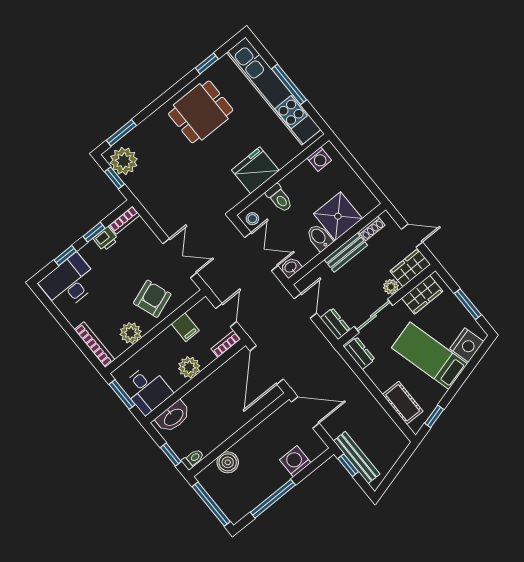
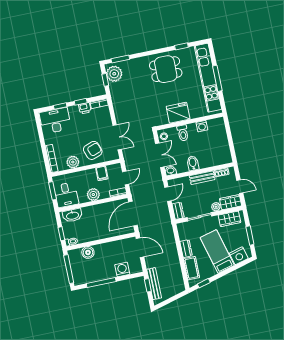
washing machine: (319, 159) -> (202, 126), moved
shower: (338, 216) -> (208, 157), removed
dresser: (359, 353) -> (186, 249), moved

